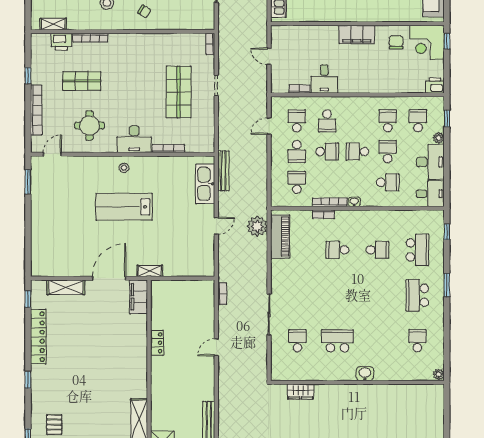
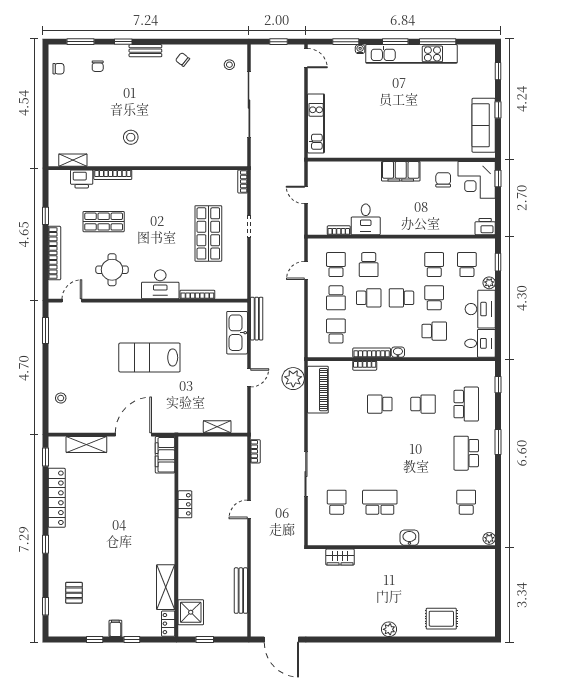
chair: (144, 11) -> (171, 146), removed
stool: (124, 168) -> (61, 398), moved
shelving: (150, 271) -> (217, 427), moved

